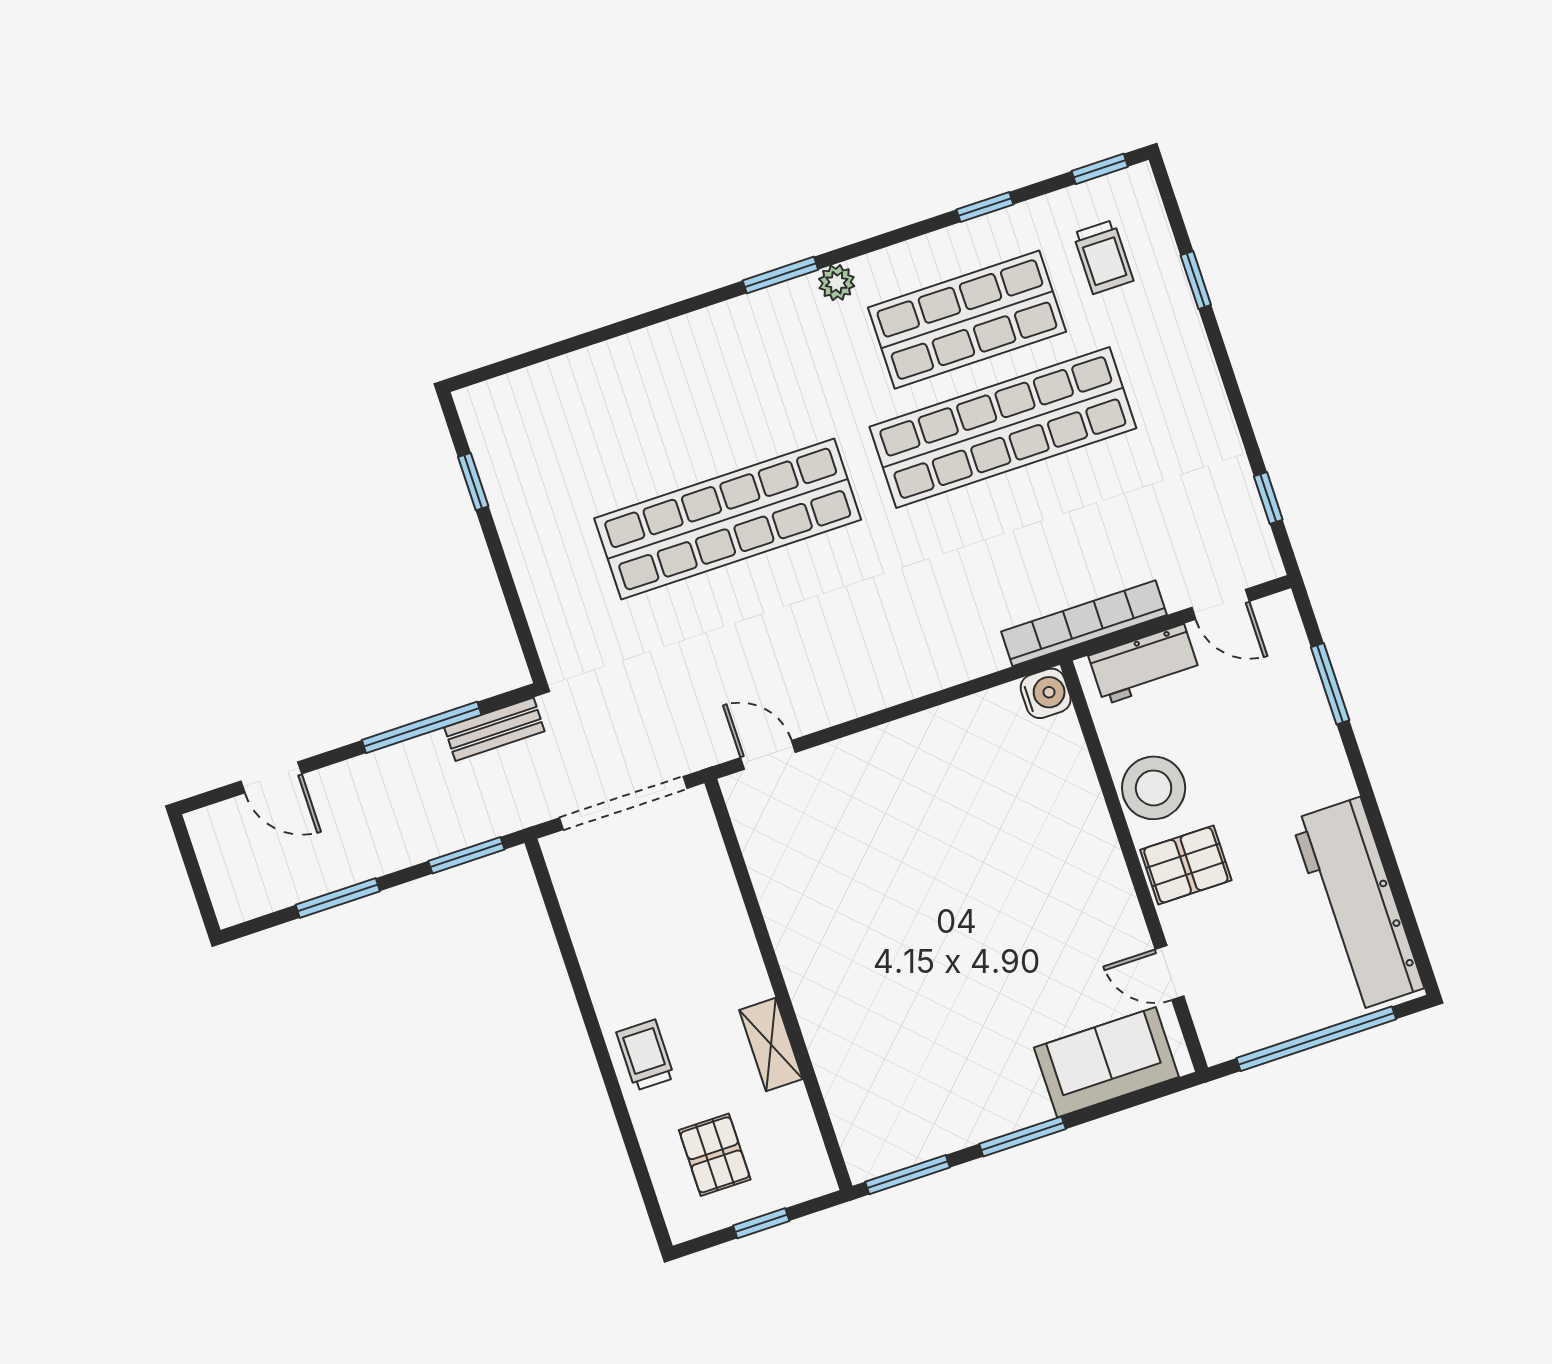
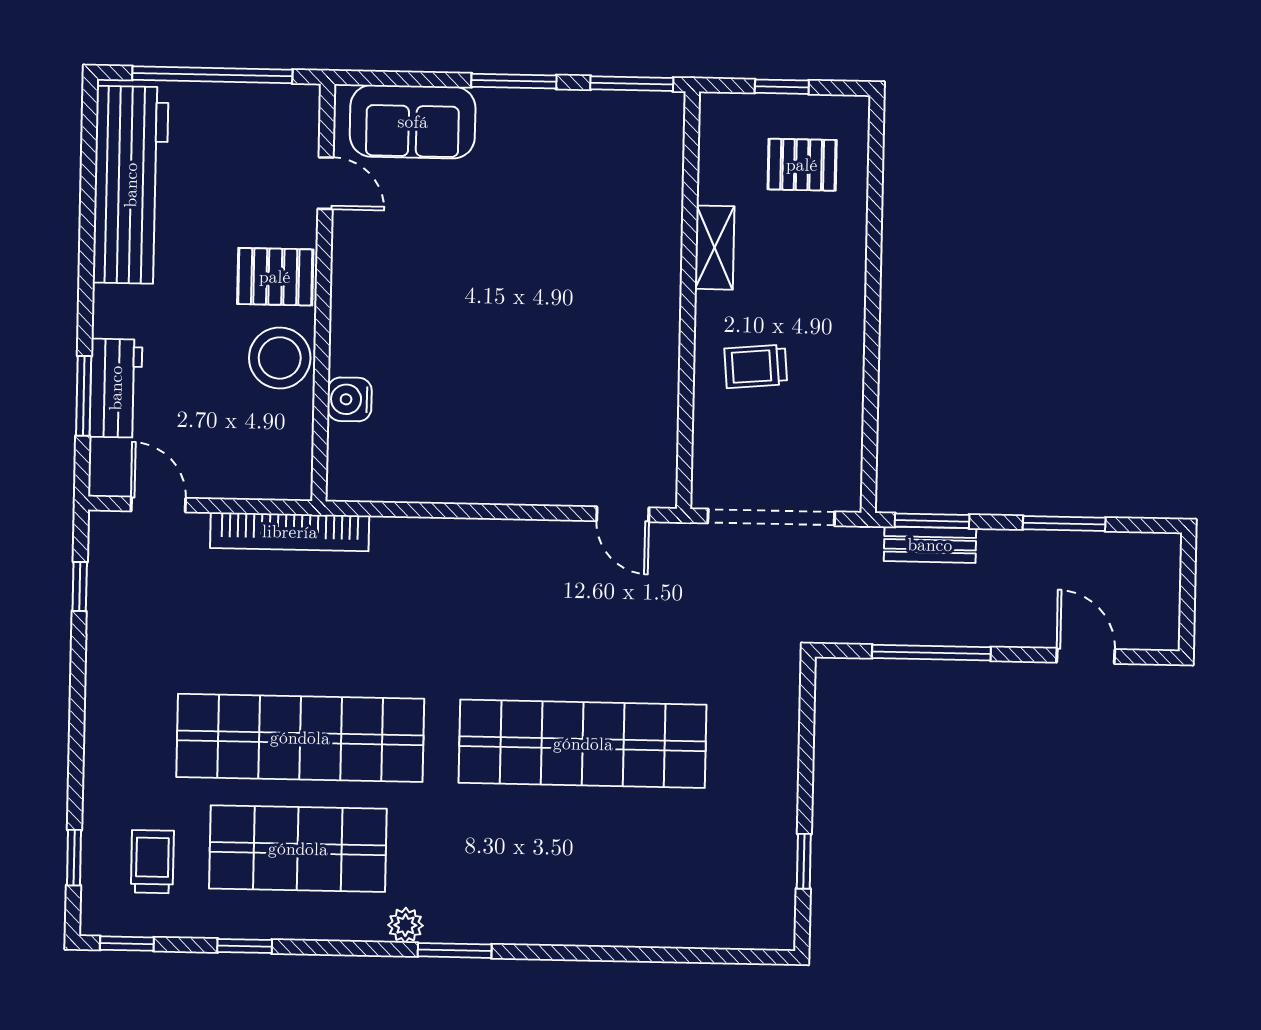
window: (1196, 280) -> (74, 858), moved
workbench: (1144, 664) -> (116, 388), moved, turned 90
water cooler: (1046, 693) -> (350, 399), moved
bench: (494, 729) -> (930, 545), moved
trolley: (645, 1055) -> (756, 366), moved, turned 85
pallet: (715, 1155) -> (802, 165), turned 90

